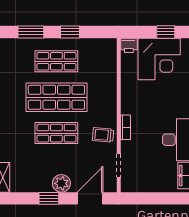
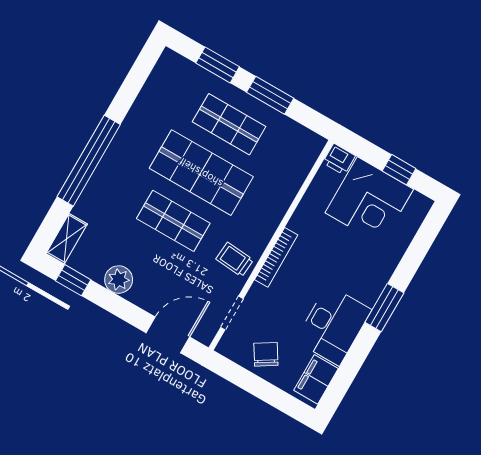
window: (70, 32) -> (270, 95), width x1.50
bookcase: (125, 127) -> (276, 257), width x1.56
chair: (151, 178) -> (266, 354), added
plant: (61, 183) -> (119, 280), moved
window: (49, 198) -> (73, 280), moved

